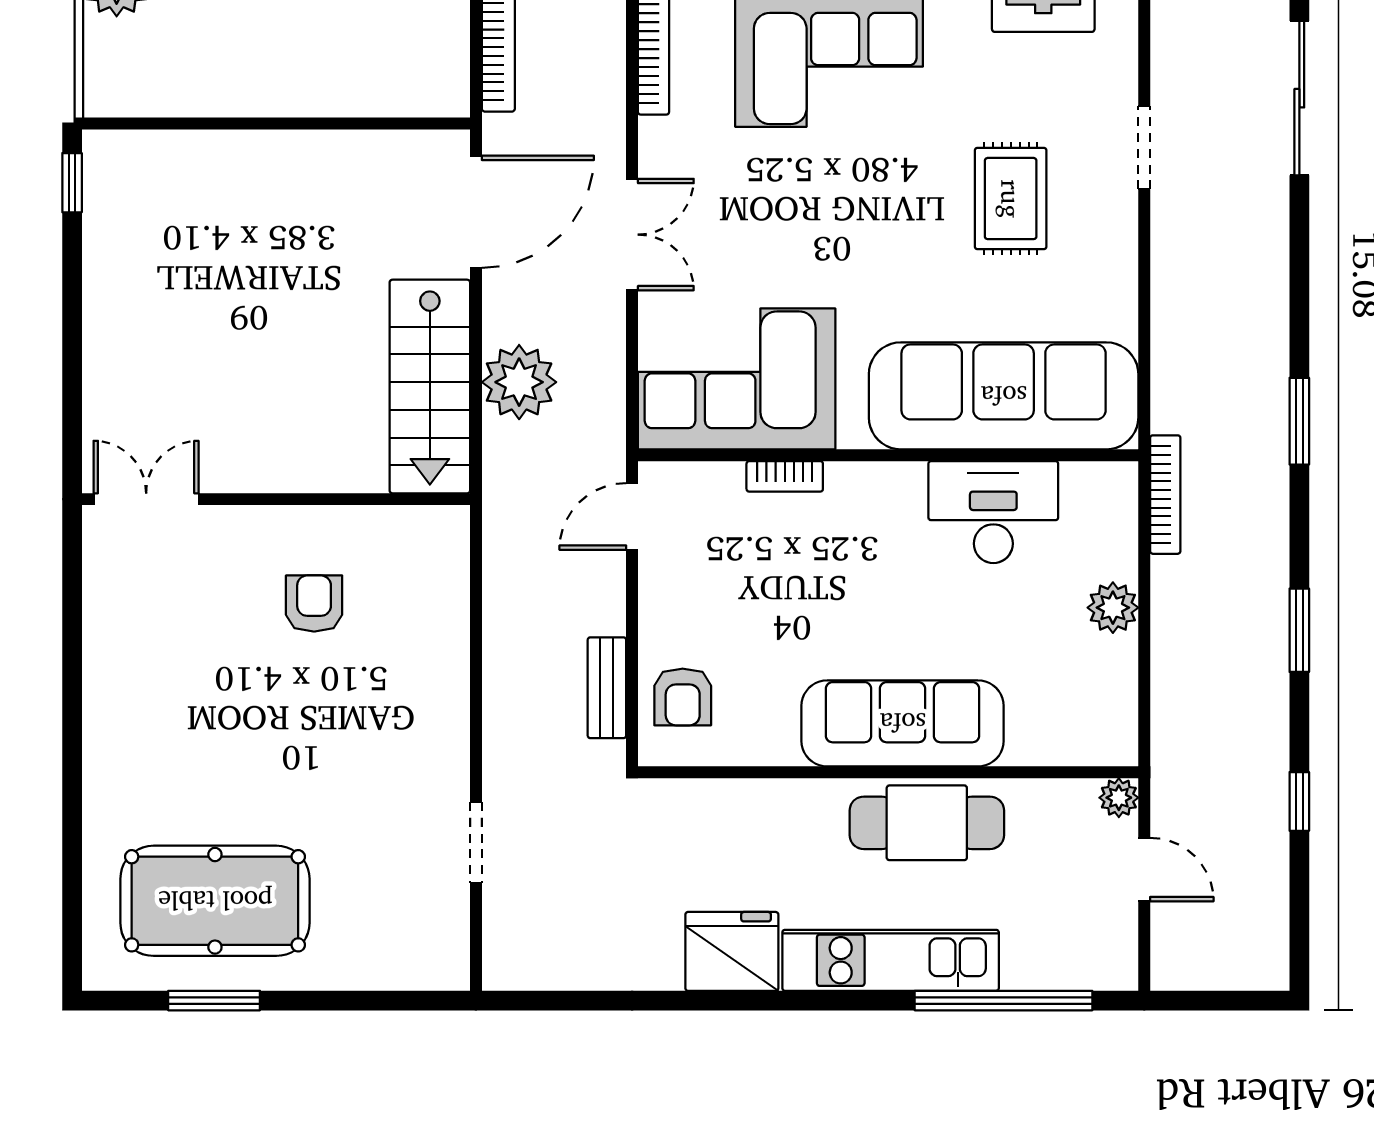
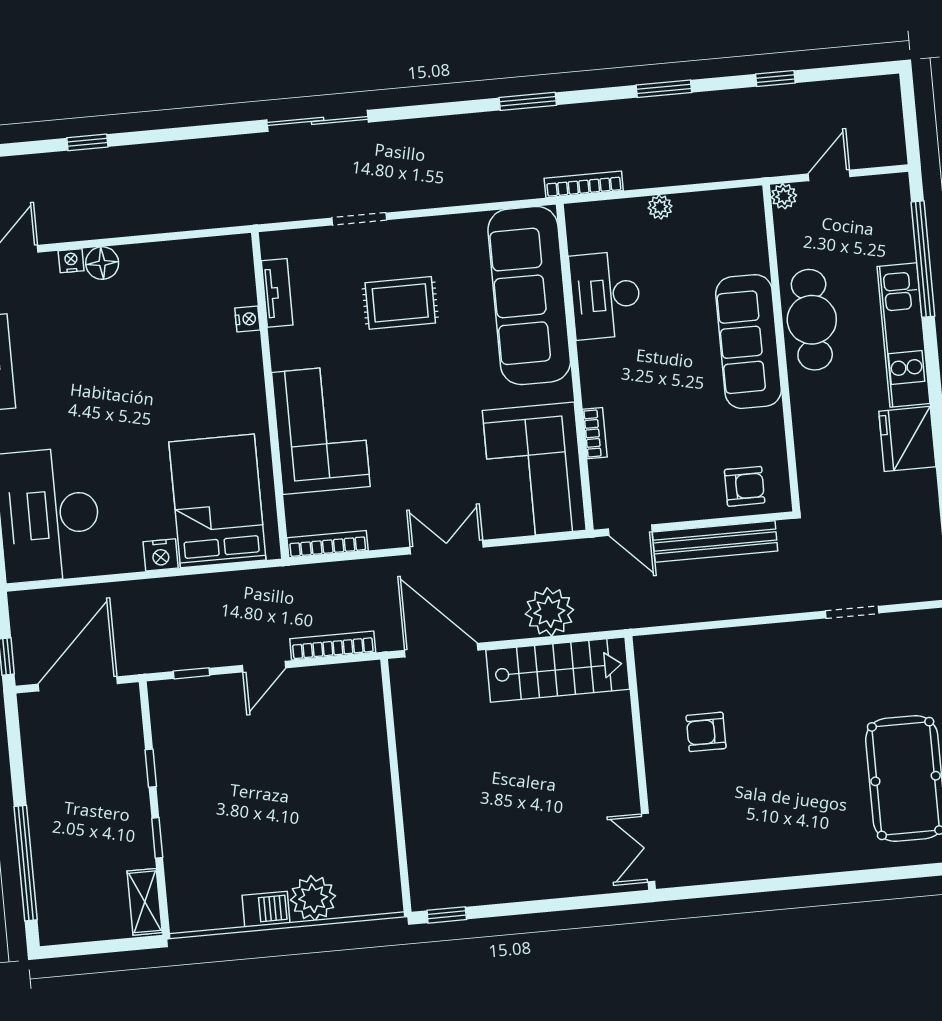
plant: (1113, 608) -> (660, 207), width x0.73, depth x0.73
bench: (607, 688) -> (715, 541), width x1.86, depth x1.21

